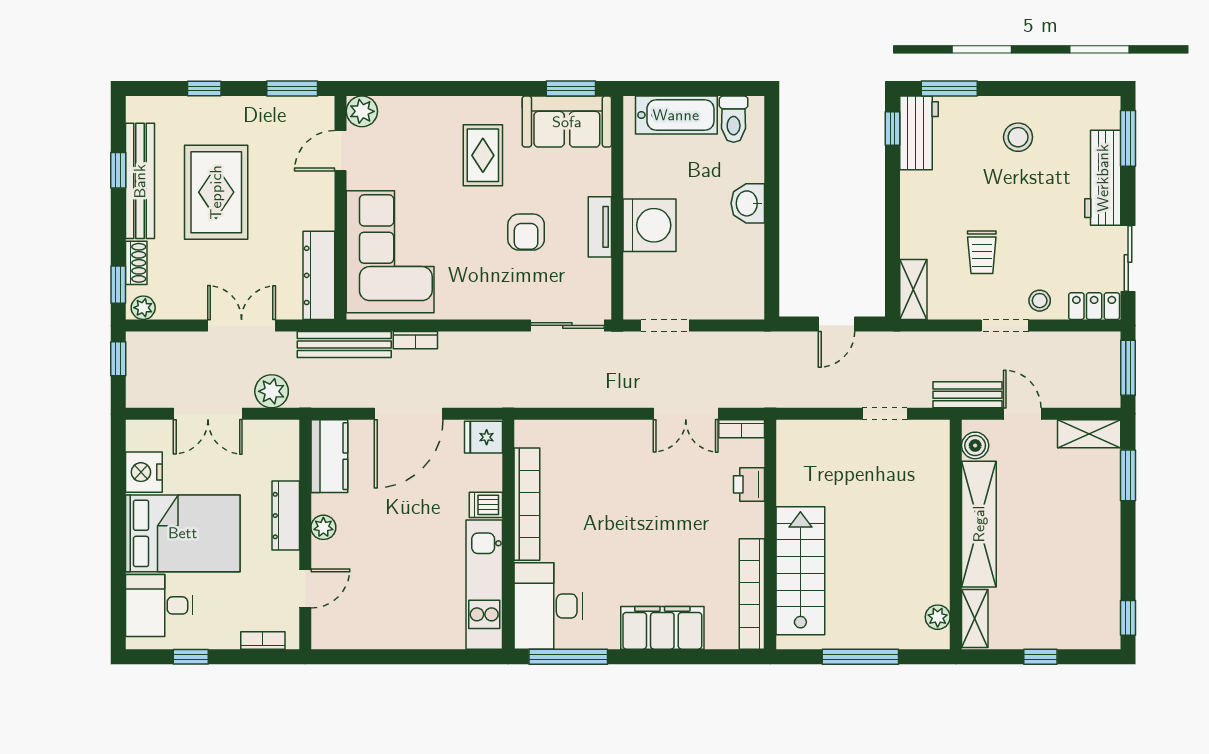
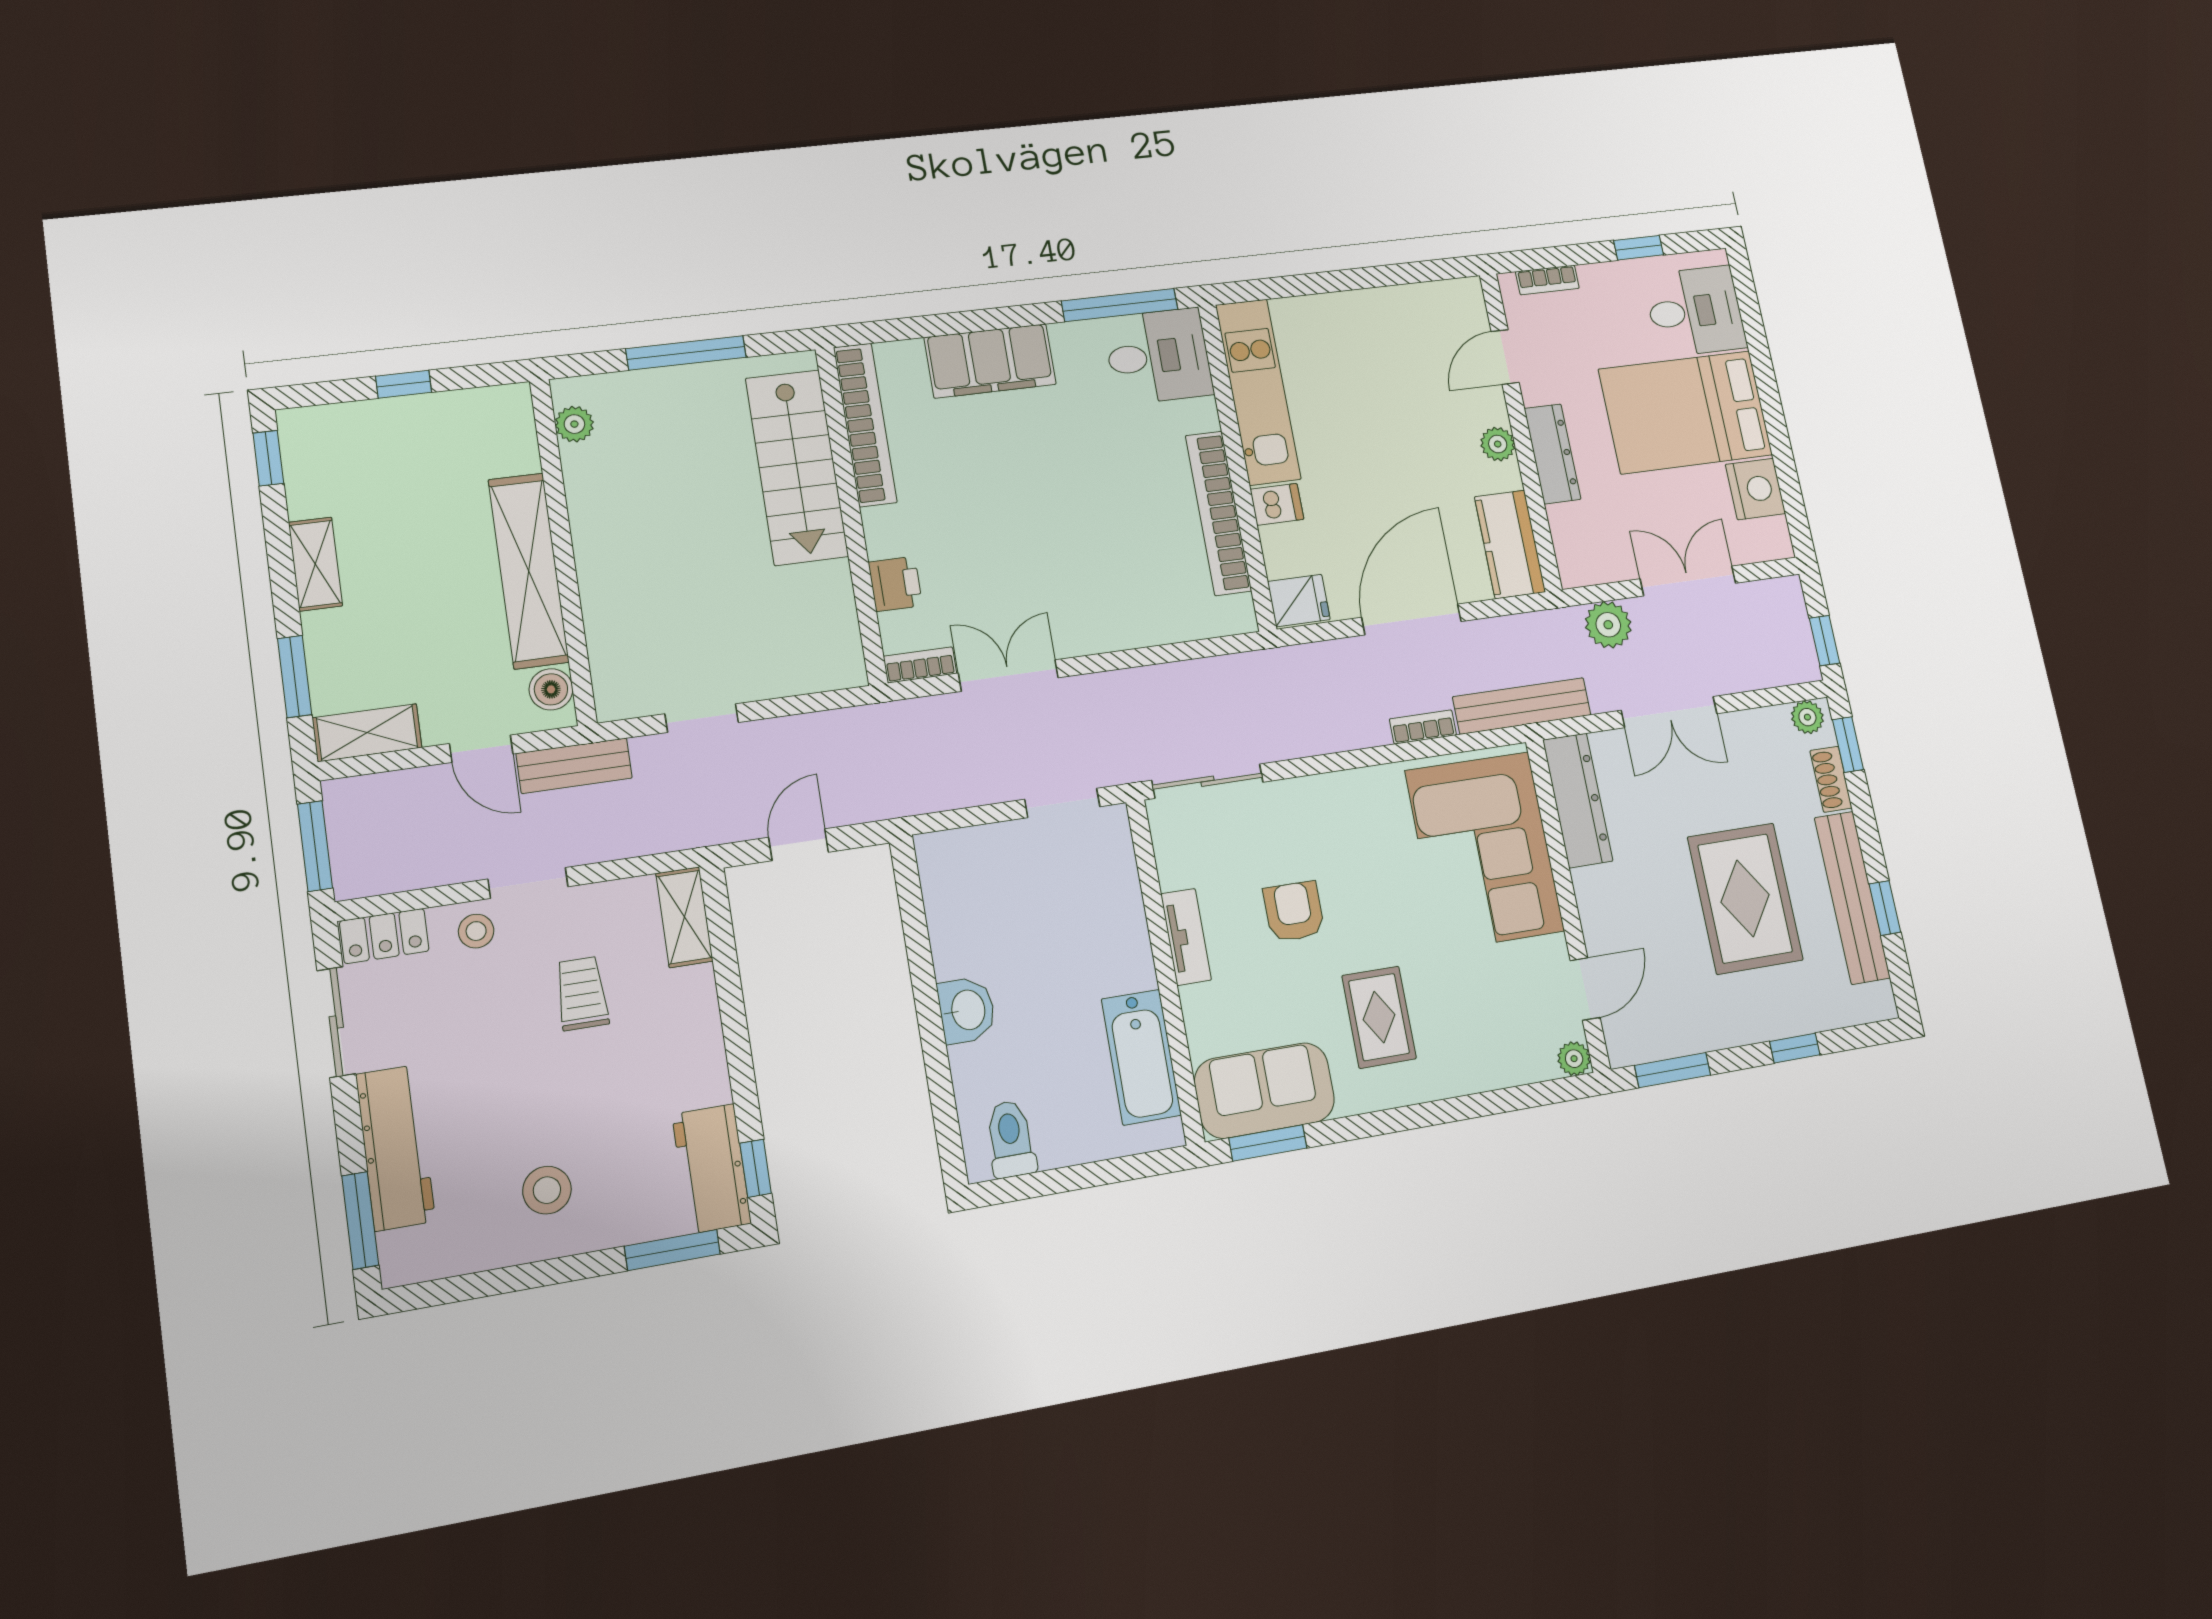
plant: (362, 111) -> (1574, 1059), width x0.73, depth x0.73
bathtub: (676, 115) -> (1141, 1057), moved, turned -90
washing machine: (650, 225) -> (1112, 952), removed
desk: (548, 606) -> (1158, 356), width x0.73
shelving: (975, 618) -> (315, 564), moved

